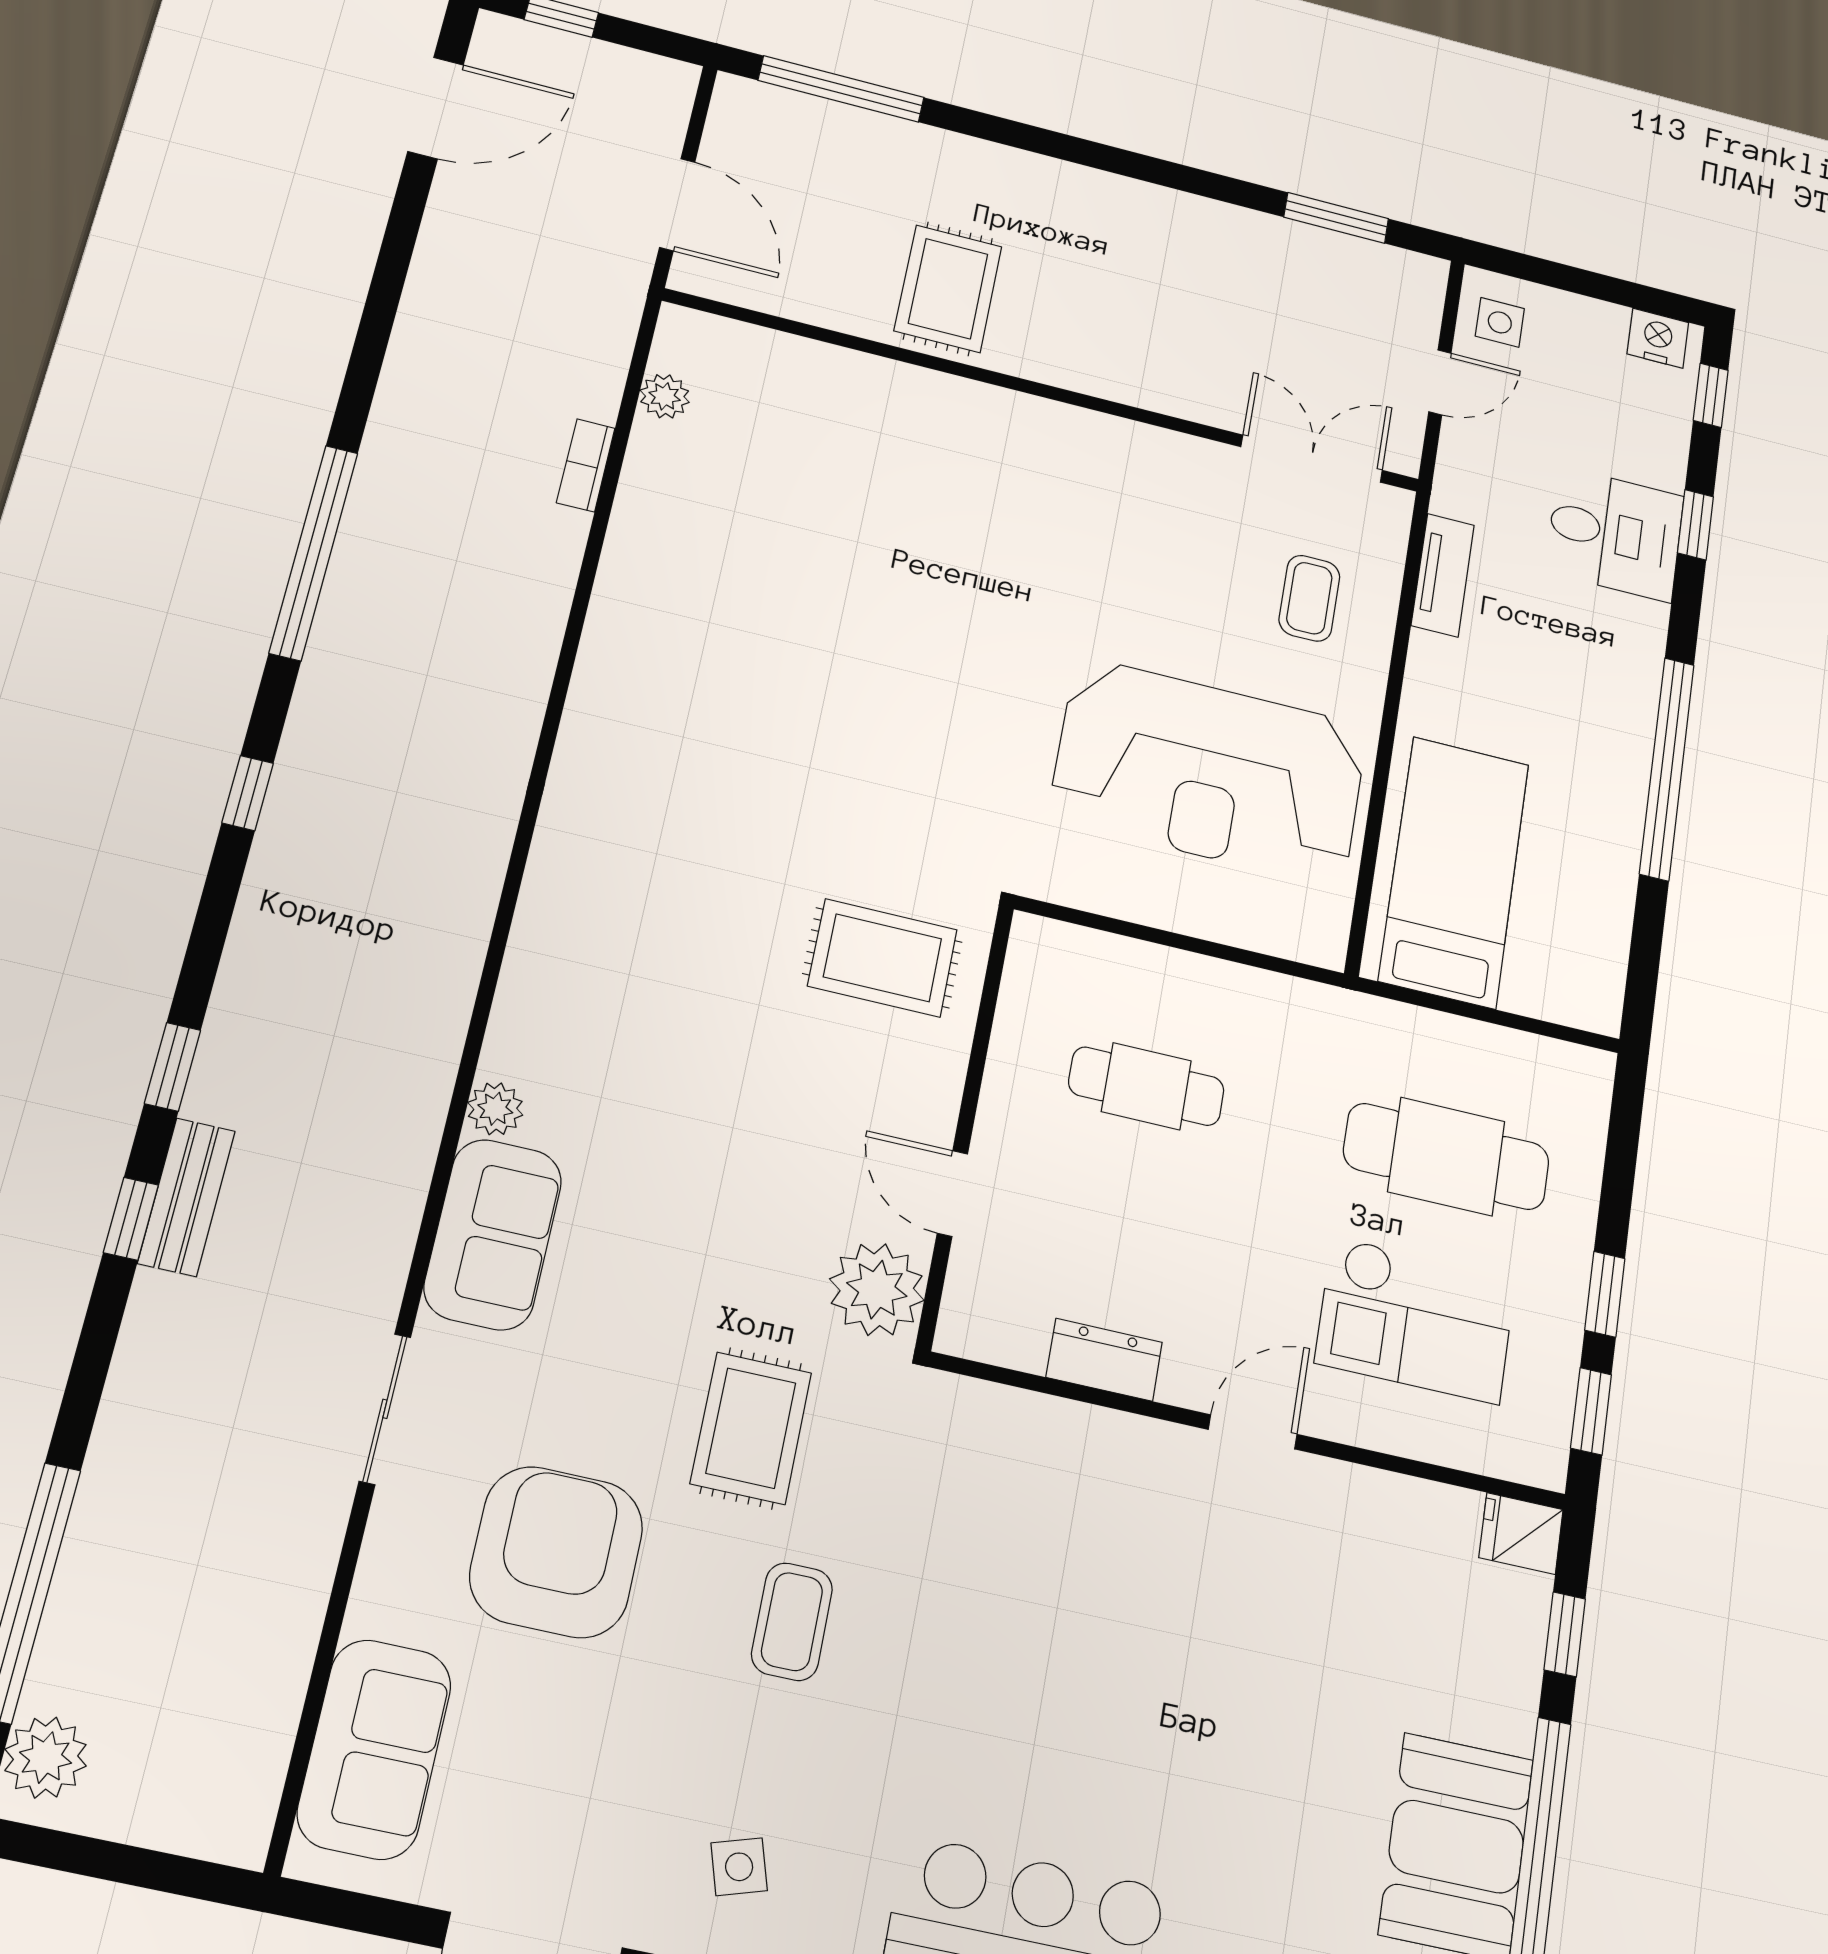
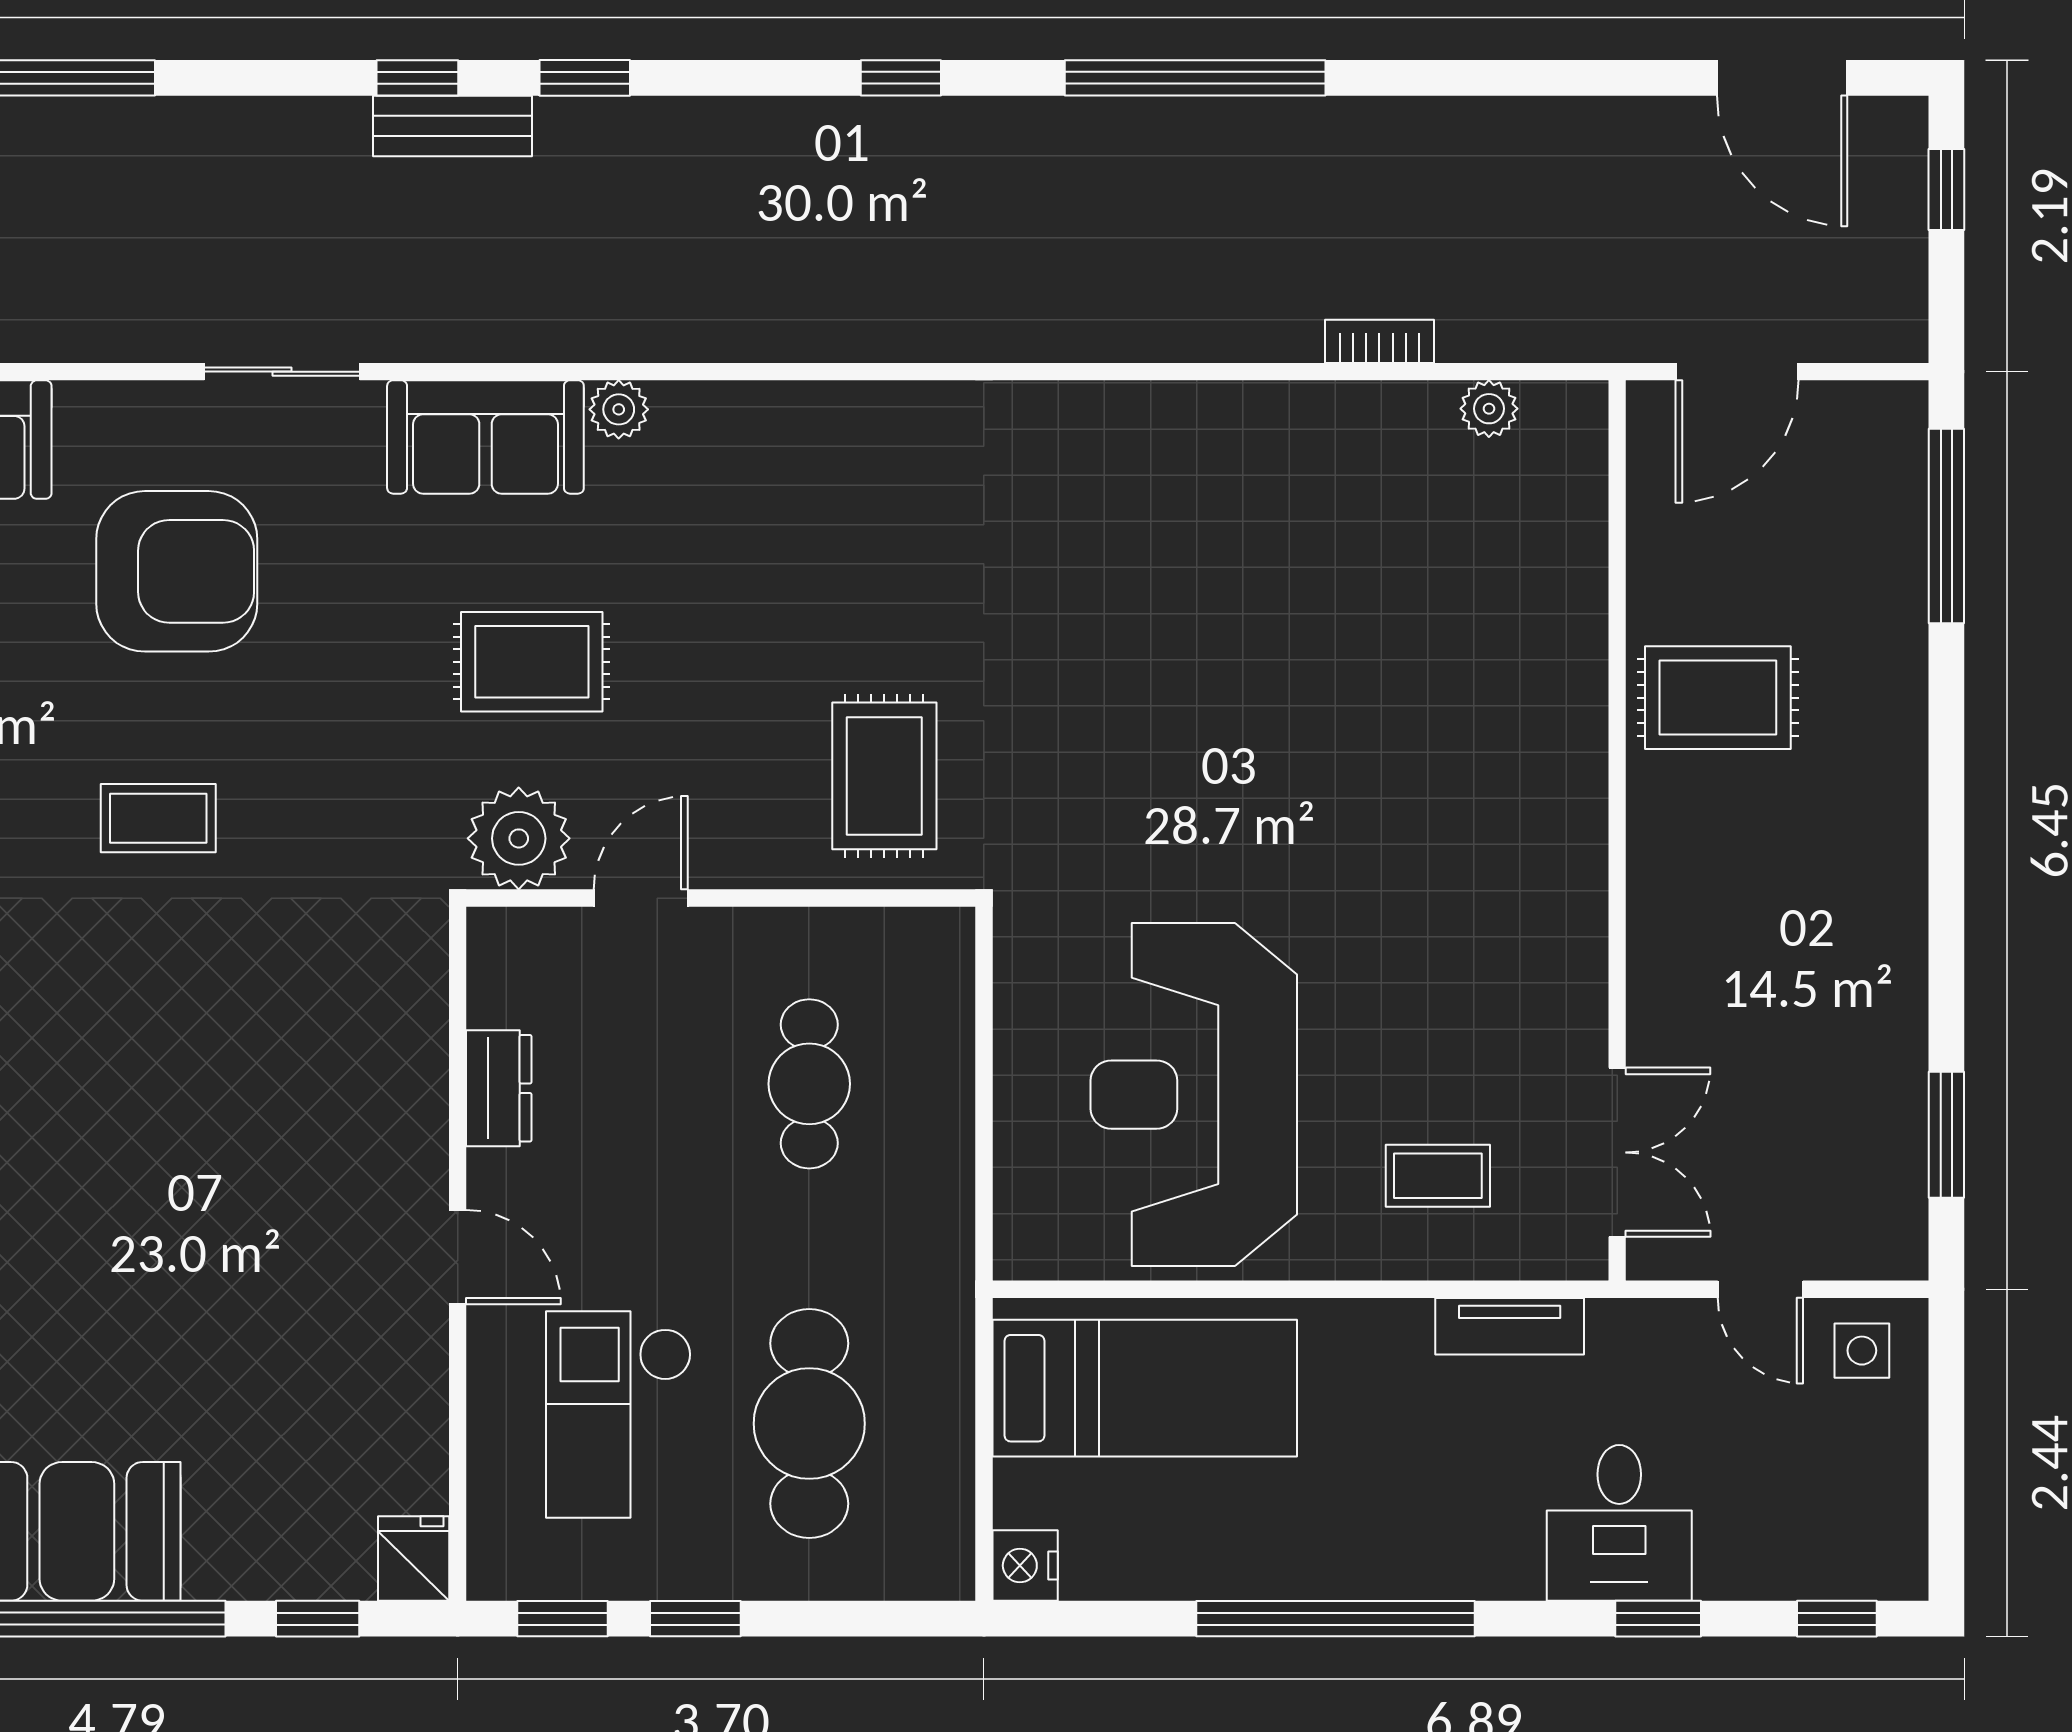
nightstand: (1658, 338) -> (1025, 1566), moved, turned 180
rug: (751, 1428) -> (532, 662), moved

